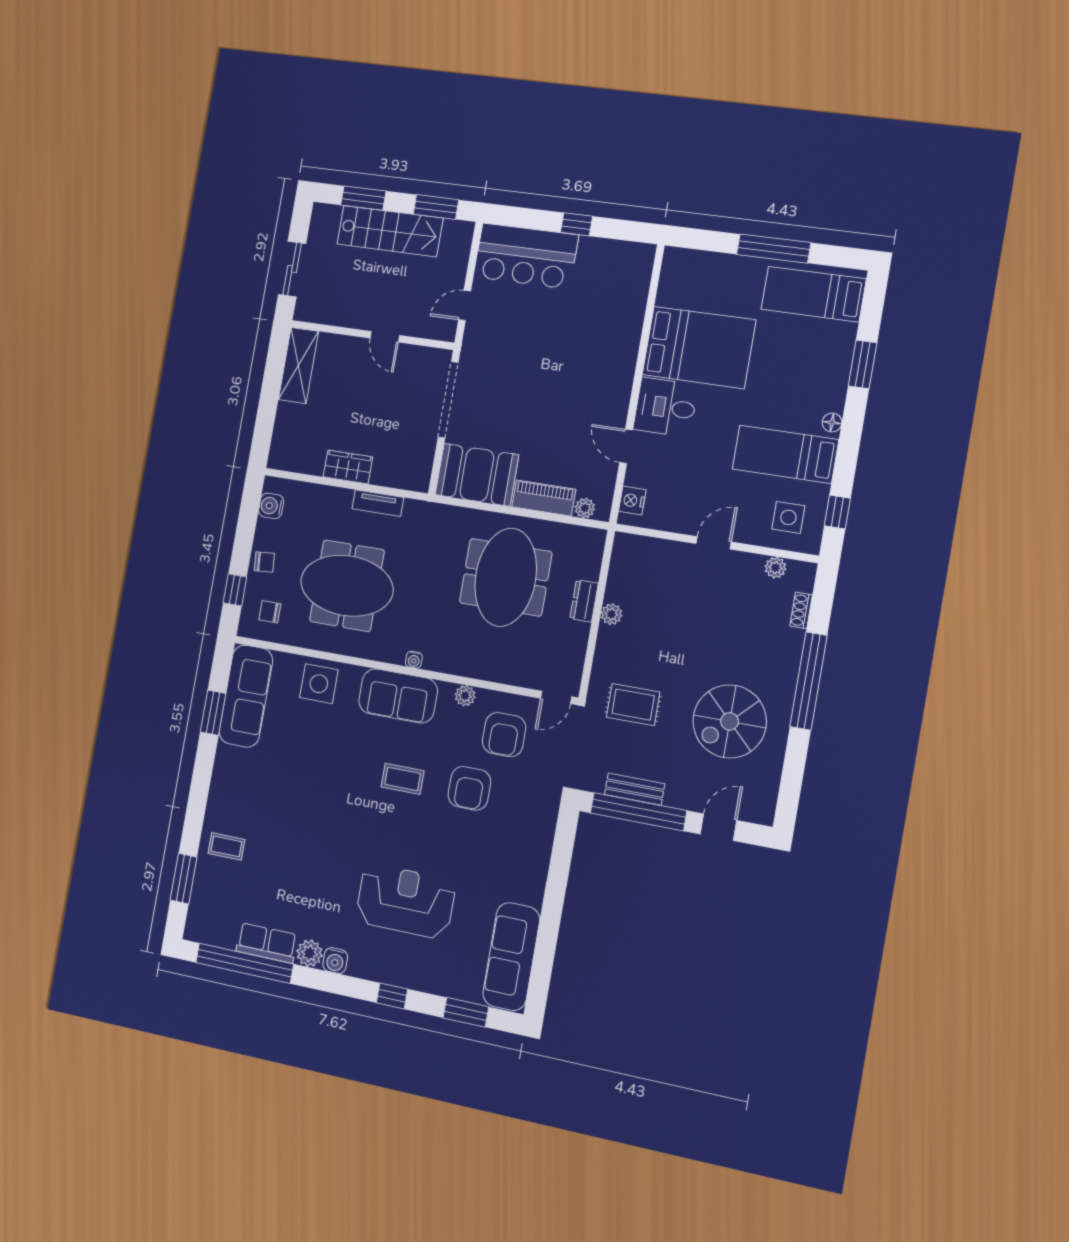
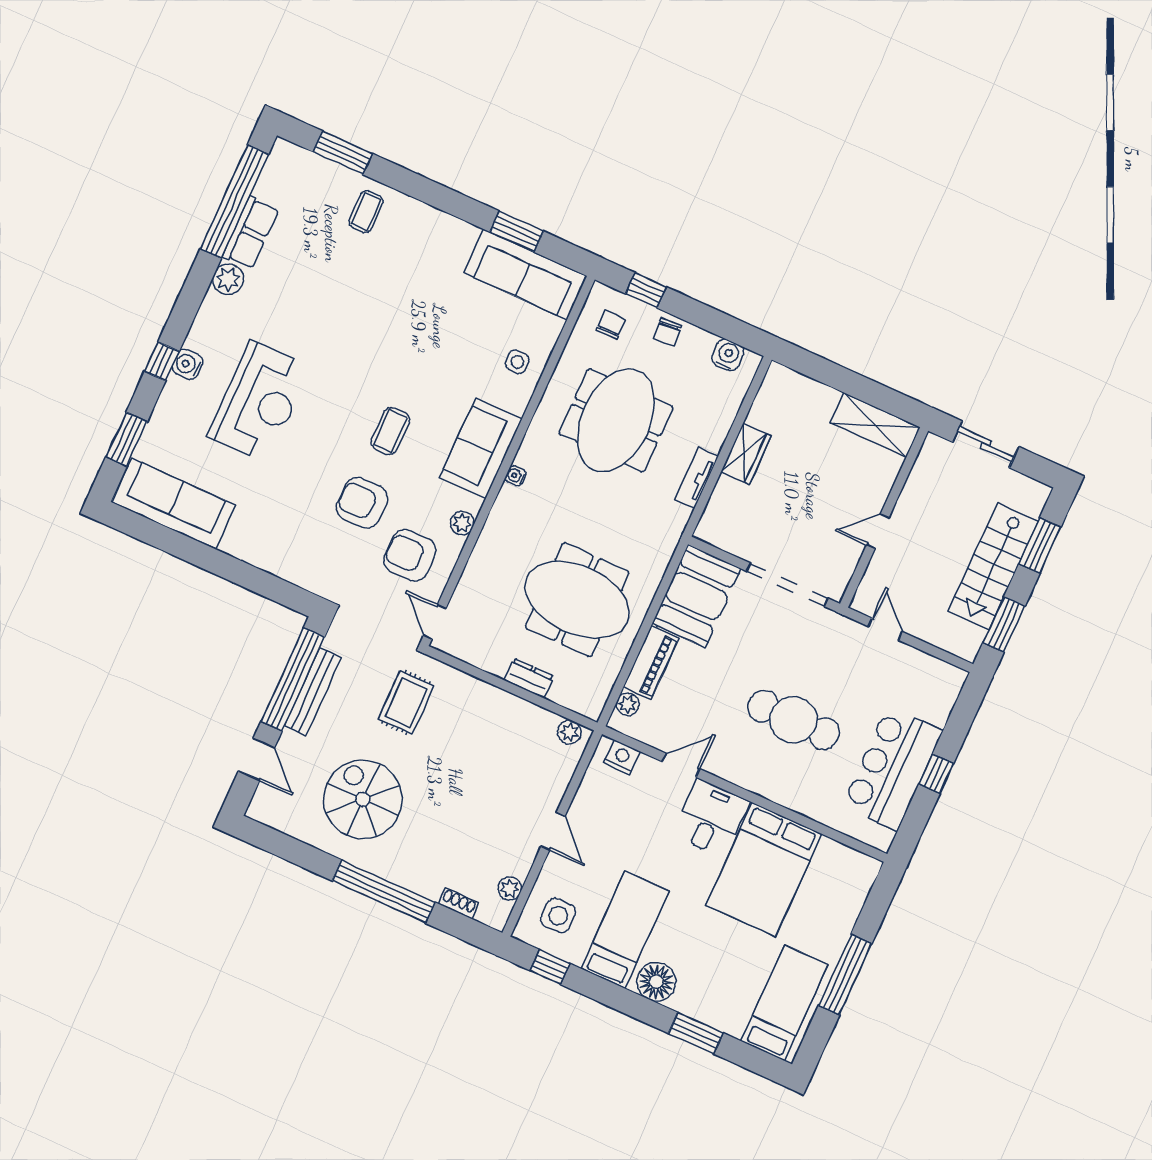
bar counter: (526, 256) -> (892, 768), moved
cafe table: (561, 360) -> (794, 720), added
floor lamp: (832, 423) -> (656, 982), width x1.89, depth x1.89
plant: (611, 614) -> (569, 732), moved
side table: (319, 684) -> (517, 362), width x0.54, depth x0.54
bench: (635, 789) -> (313, 692), width x1.36
water cooler: (335, 961) -> (188, 364), moved

